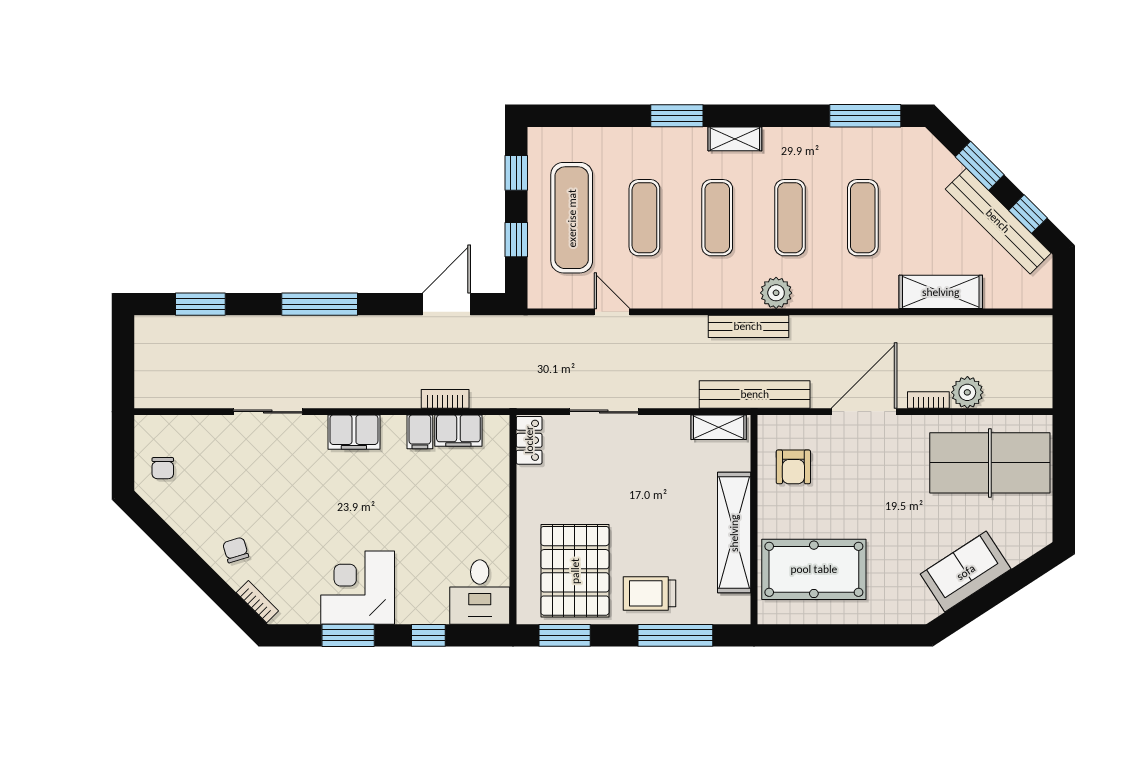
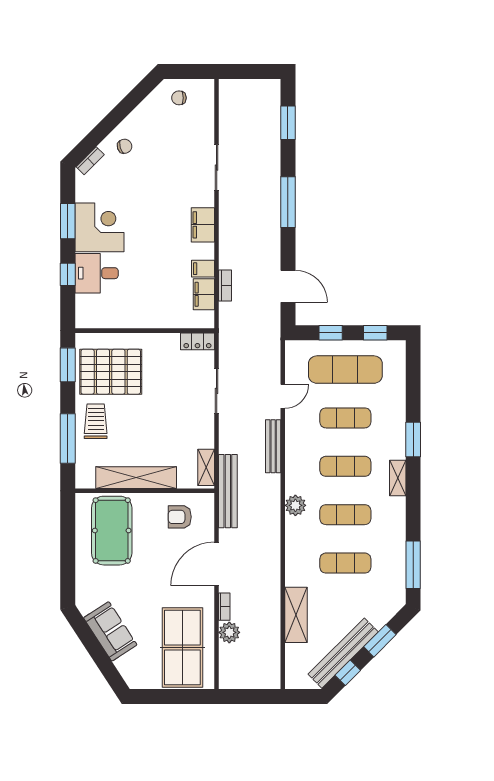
bench: (748, 326) -> (273, 446), moved
door: (864, 412) -> (217, 564), swing flipped
desk: (480, 592) -> (97, 273), moved

